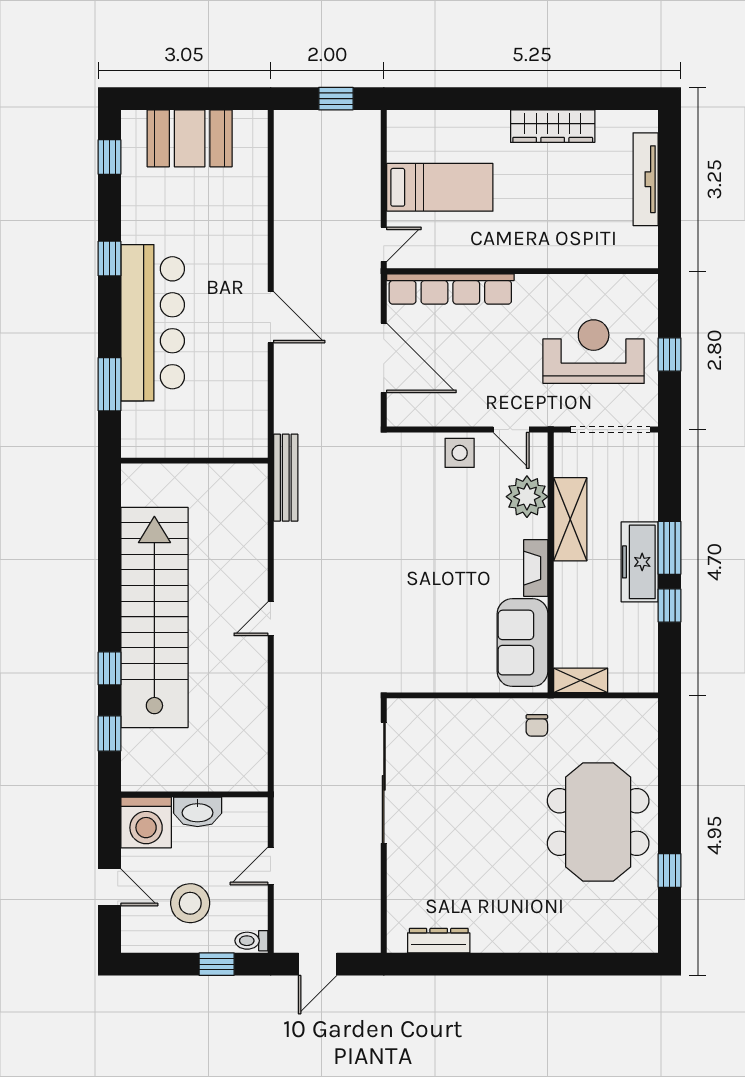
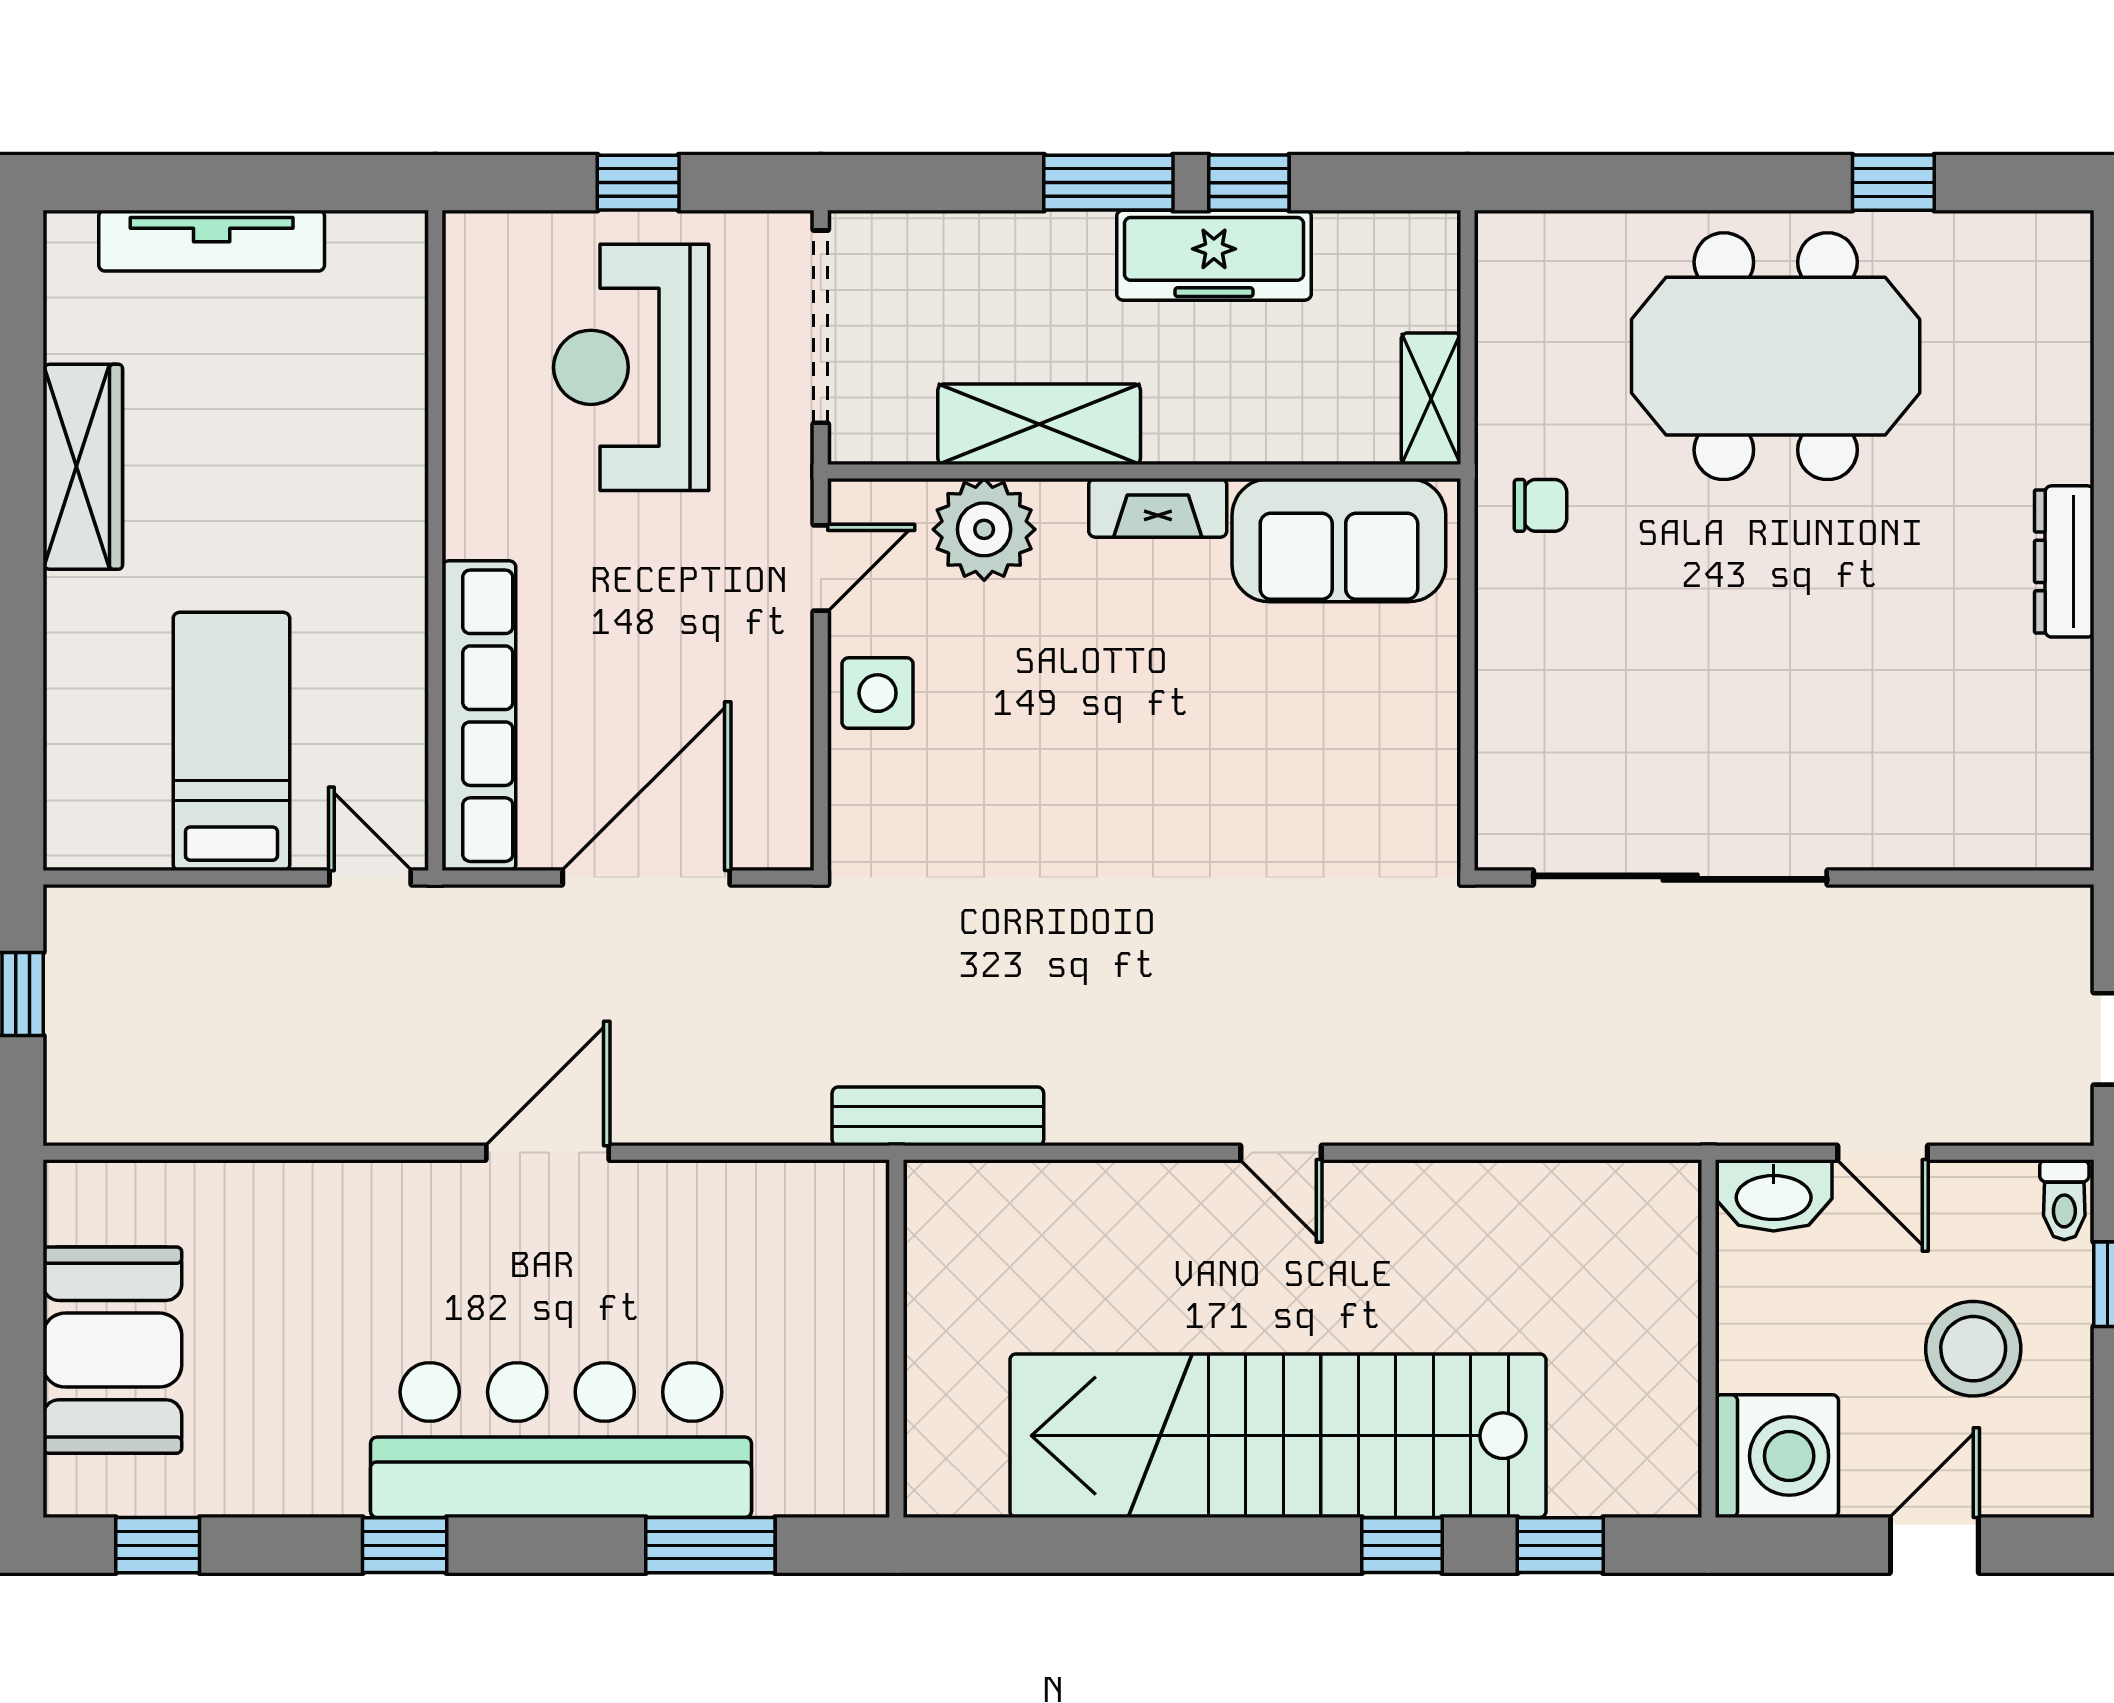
freezer: (640, 562) -> (1214, 255), moved
washbasin: (198, 812) -> (1774, 1195), moved, turned 90
dresser: (439, 941) -> (2064, 561), moved

